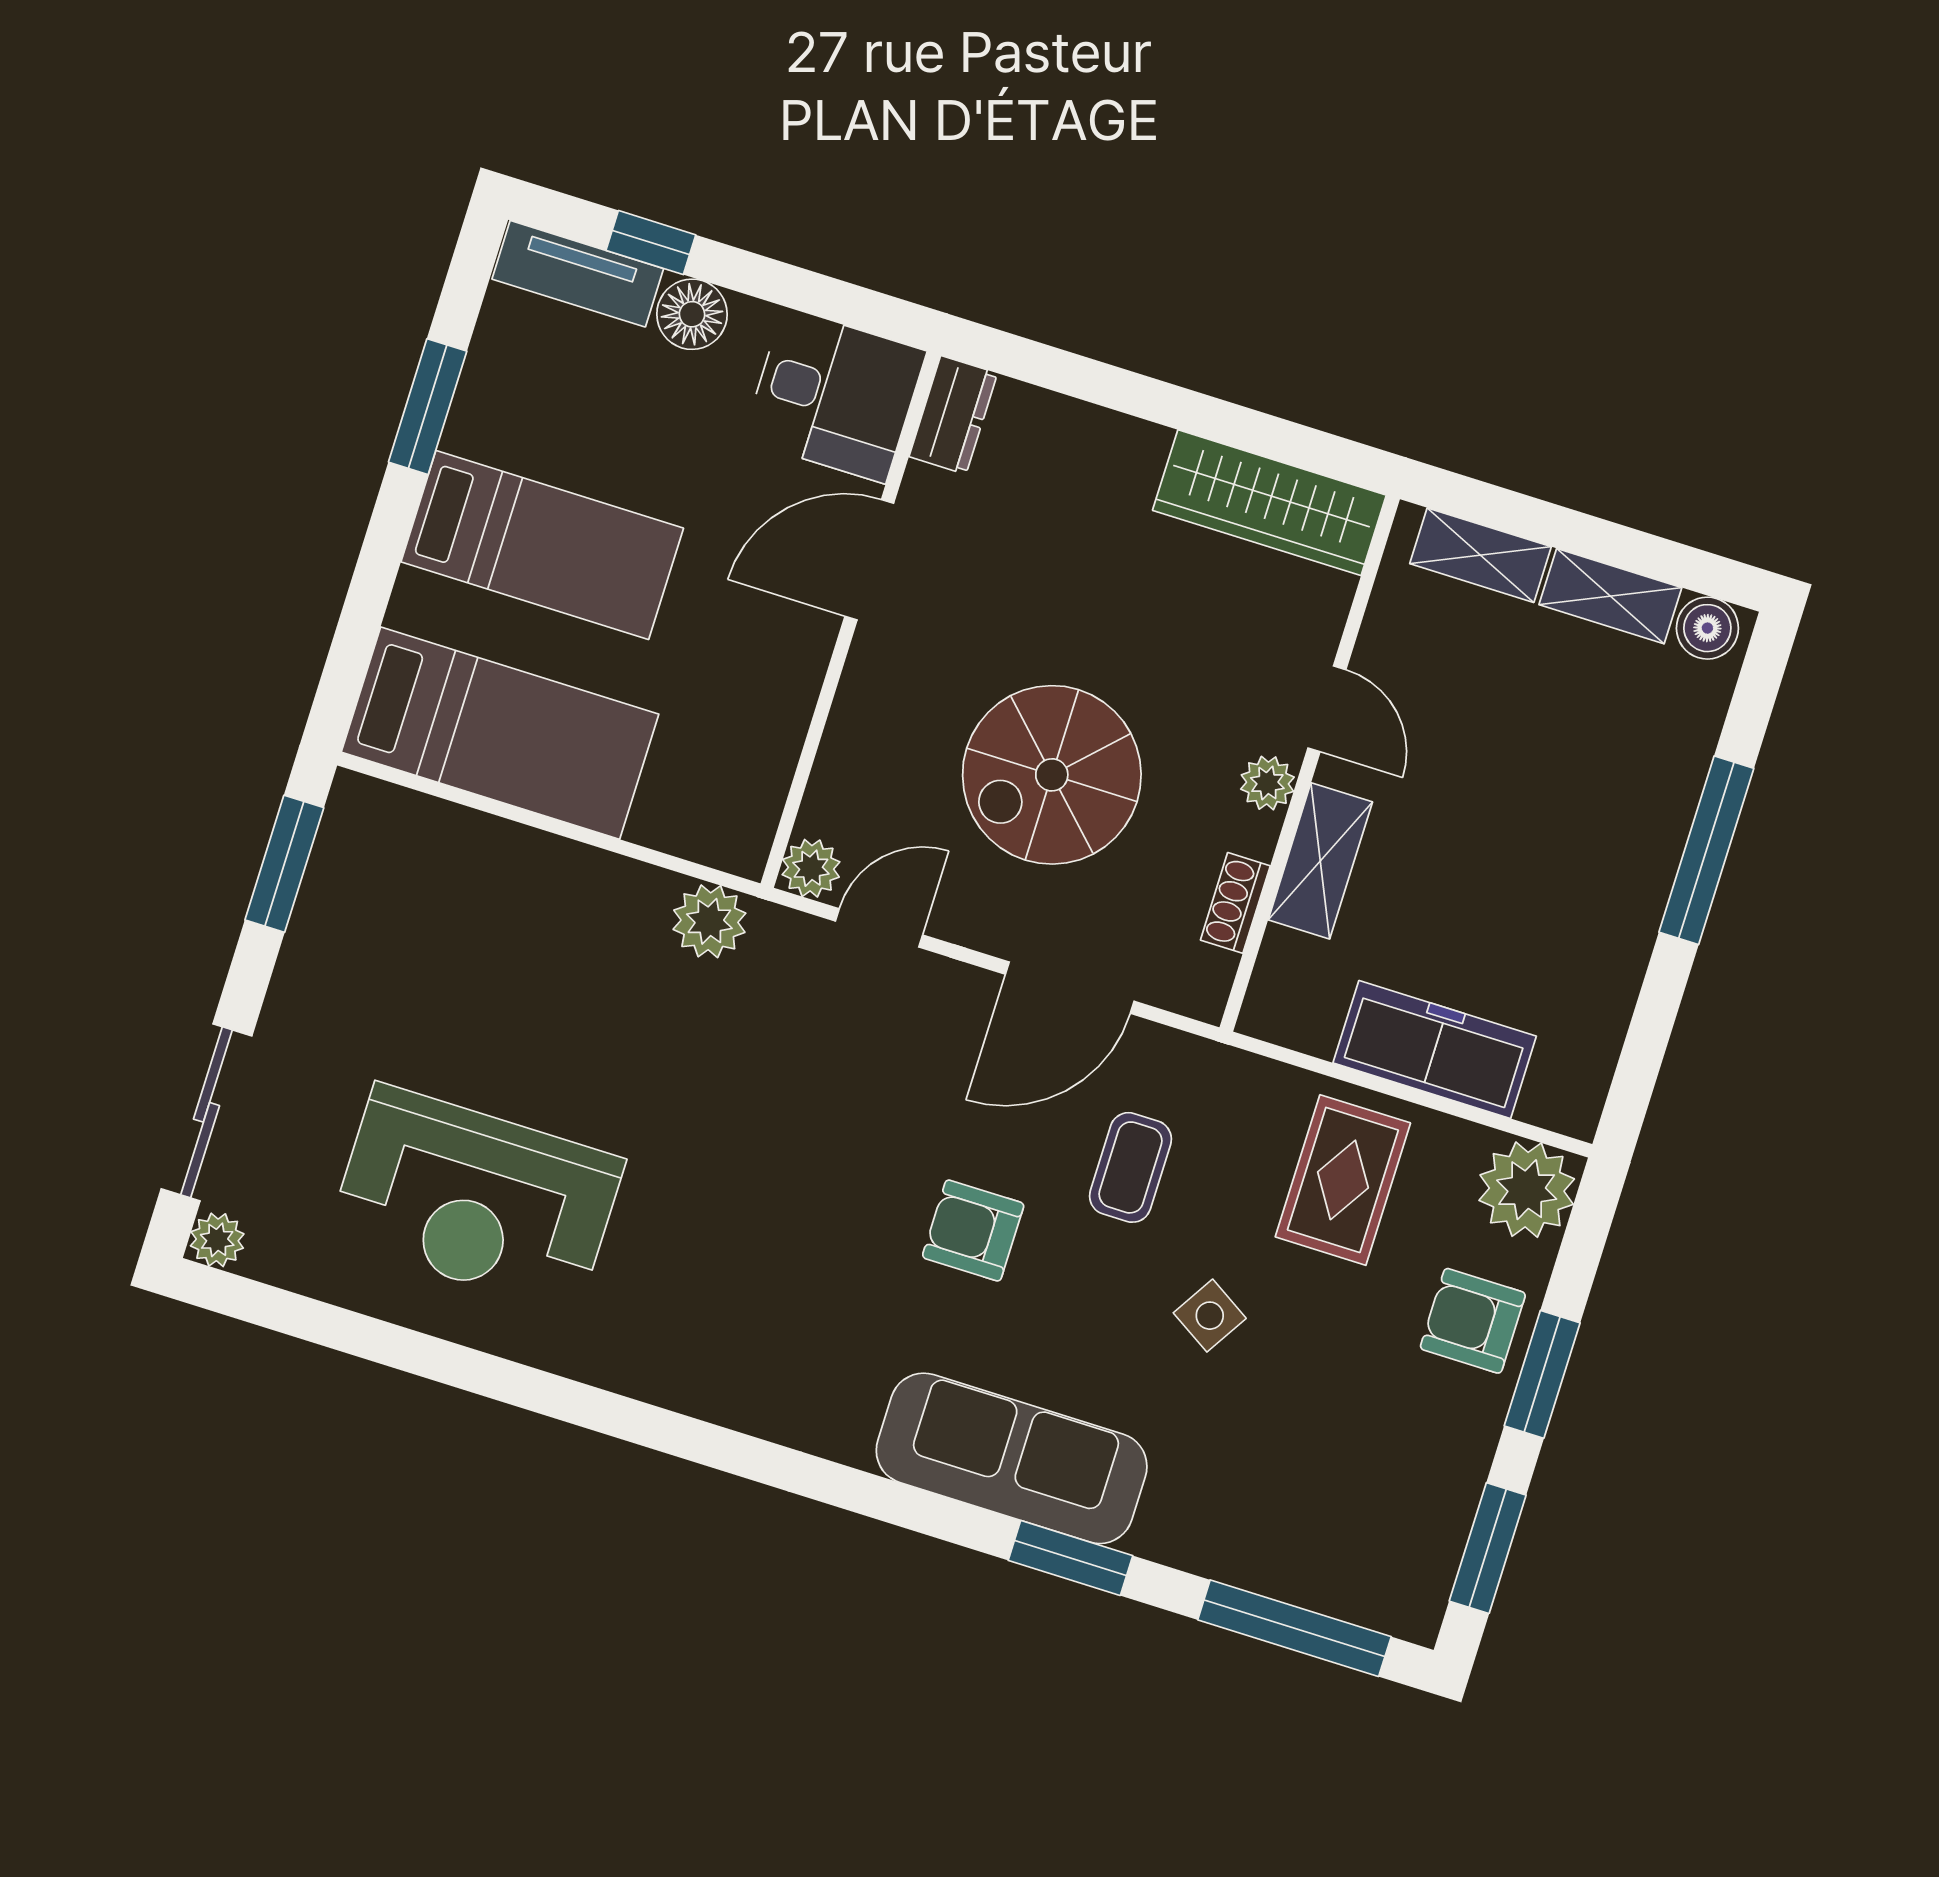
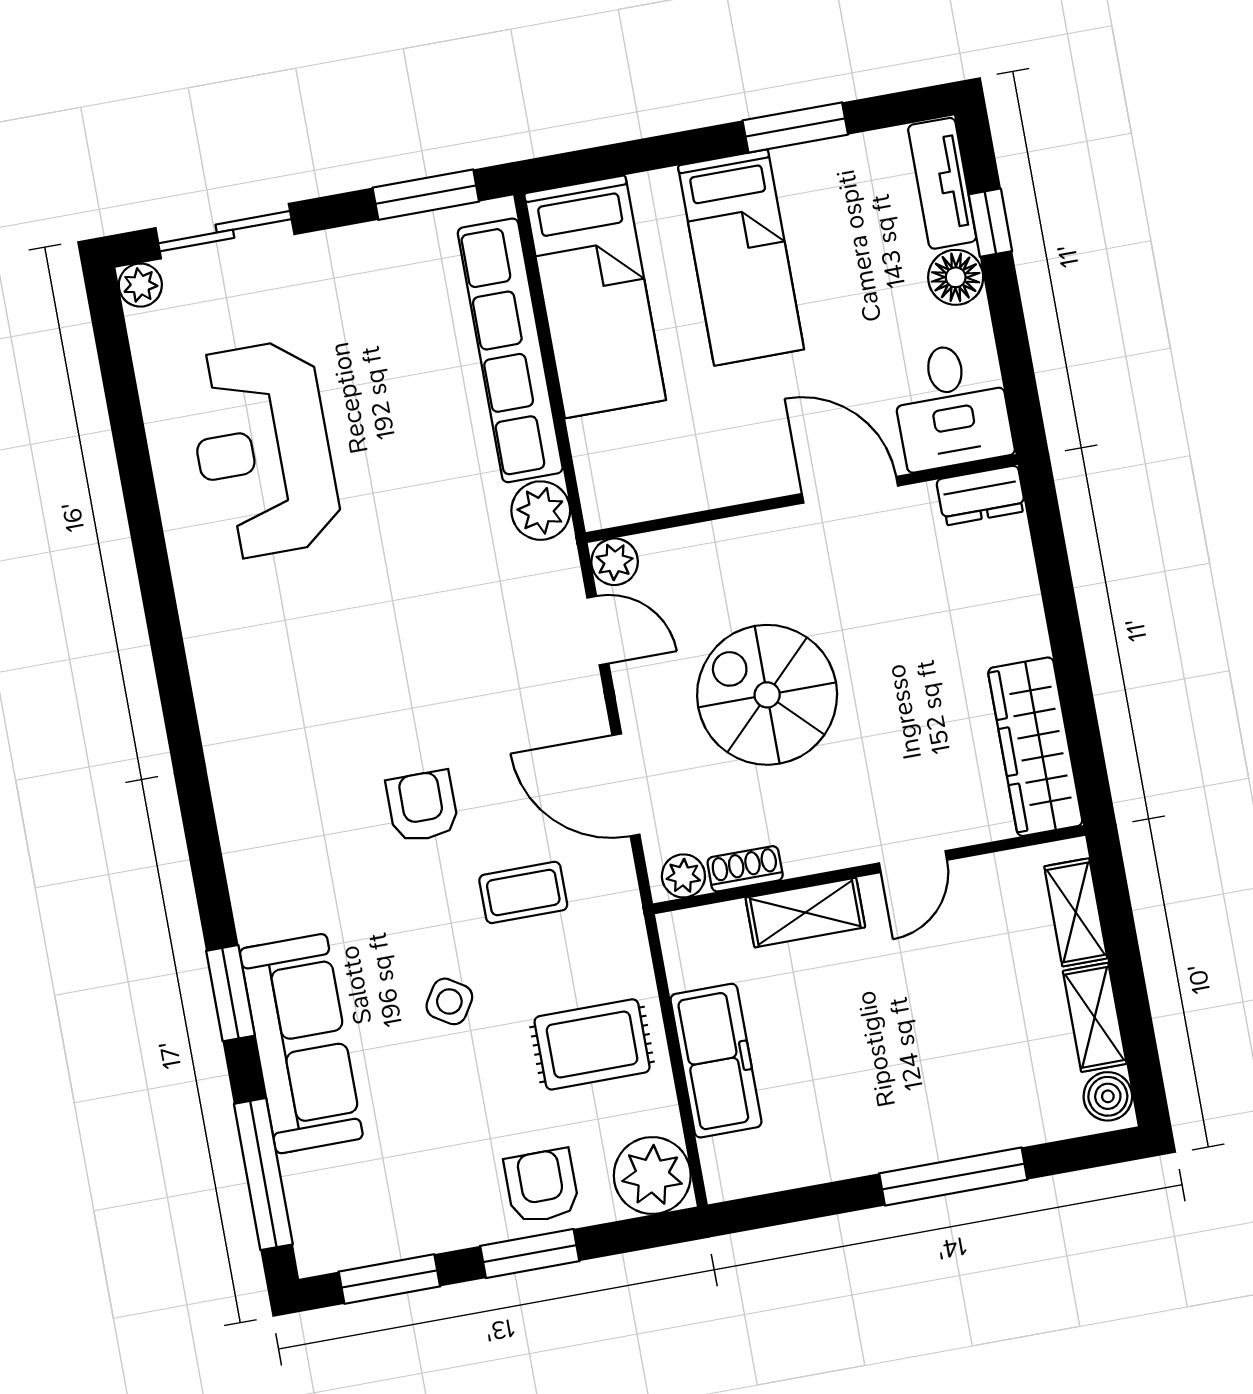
plant: (1267, 783) -> (683, 876), moved
row of seats: (510, 861) -> (510, 350), added
sofa: (1012, 1458) -> (301, 1044), moved

